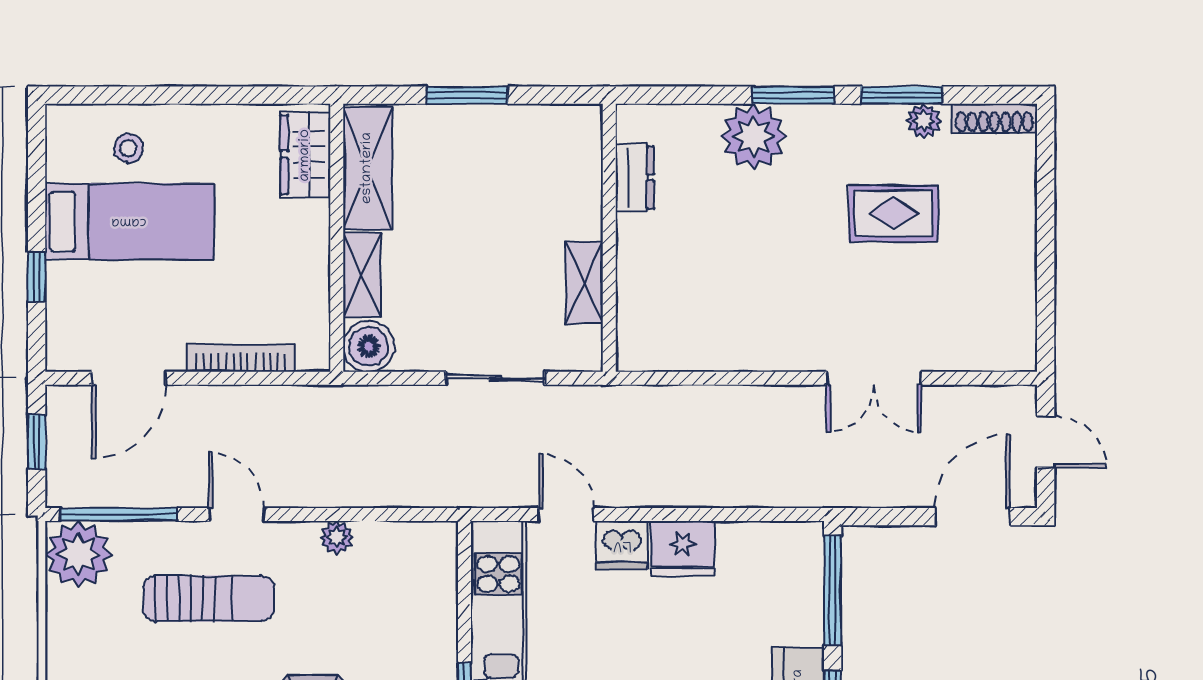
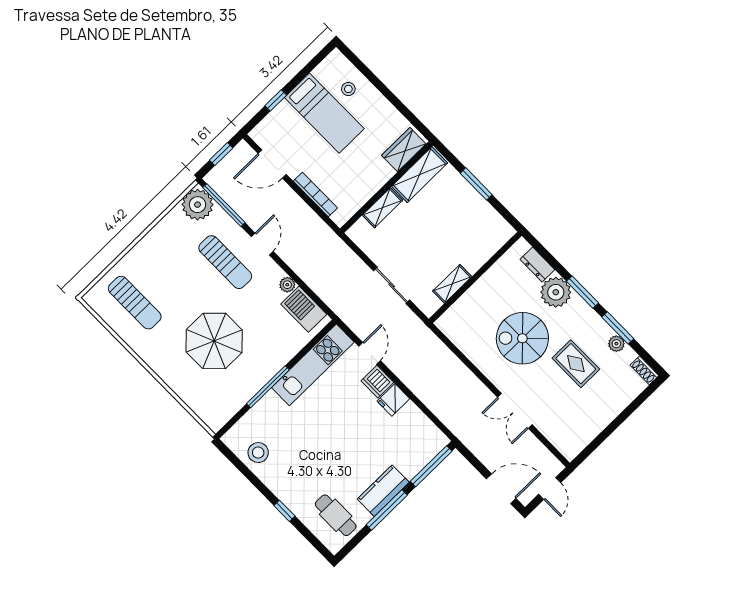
shoe rack: (994, 118) -> (644, 370), width x0.70
dresser: (635, 177) -> (537, 265), moved, turned 90
spiral stairs: (774, 257) -> (522, 338), added
boiler: (369, 346) -> (361, 233), removed
fridge: (682, 548) -> (393, 400), width x0.72
barbecue: (399, 549) -> (304, 309), added

